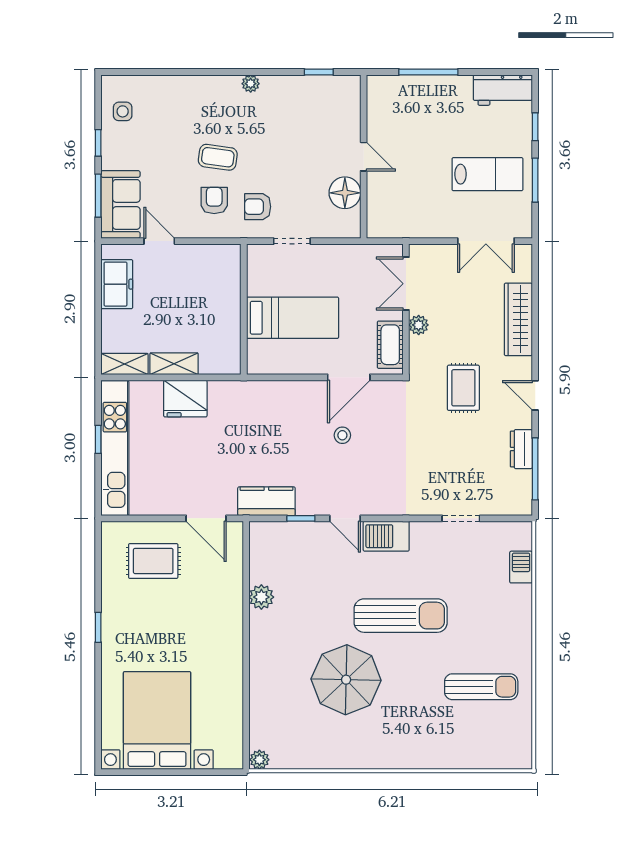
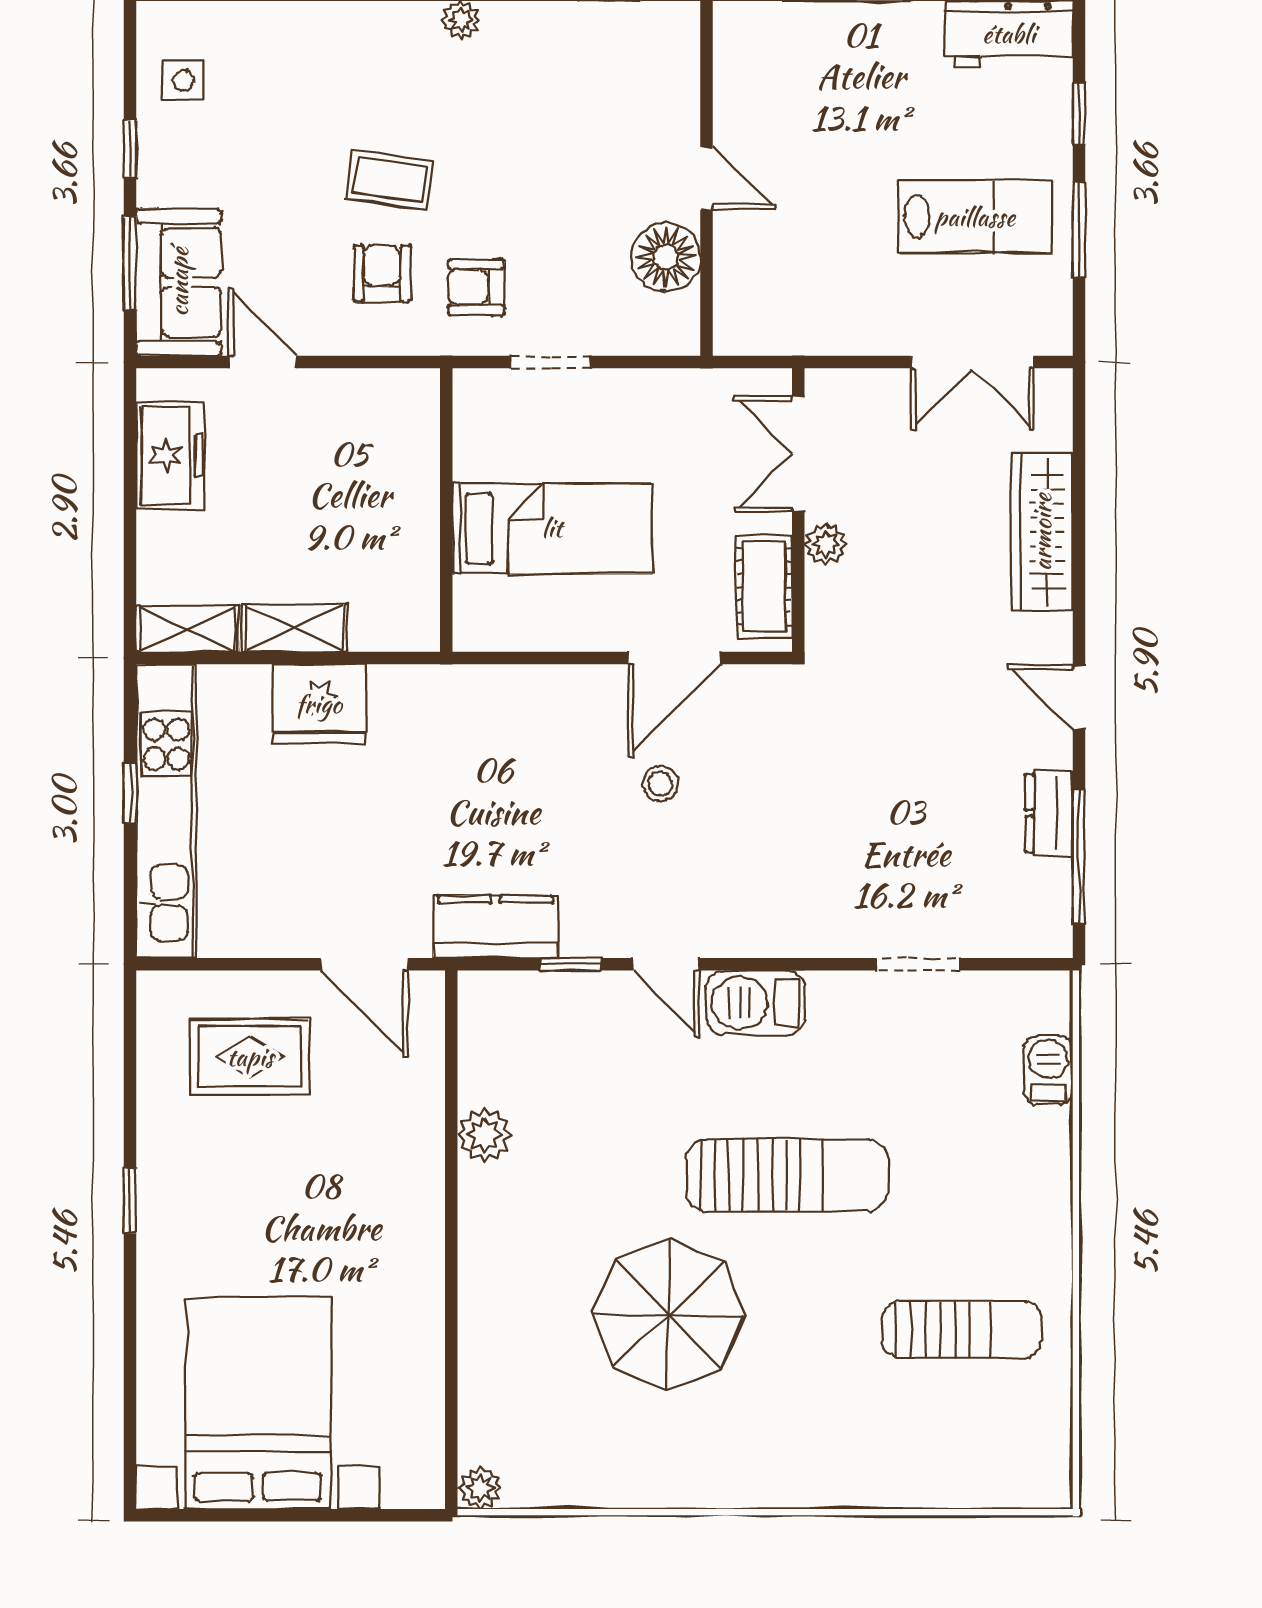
rug: (463, 388) -> (923, 681), removed

